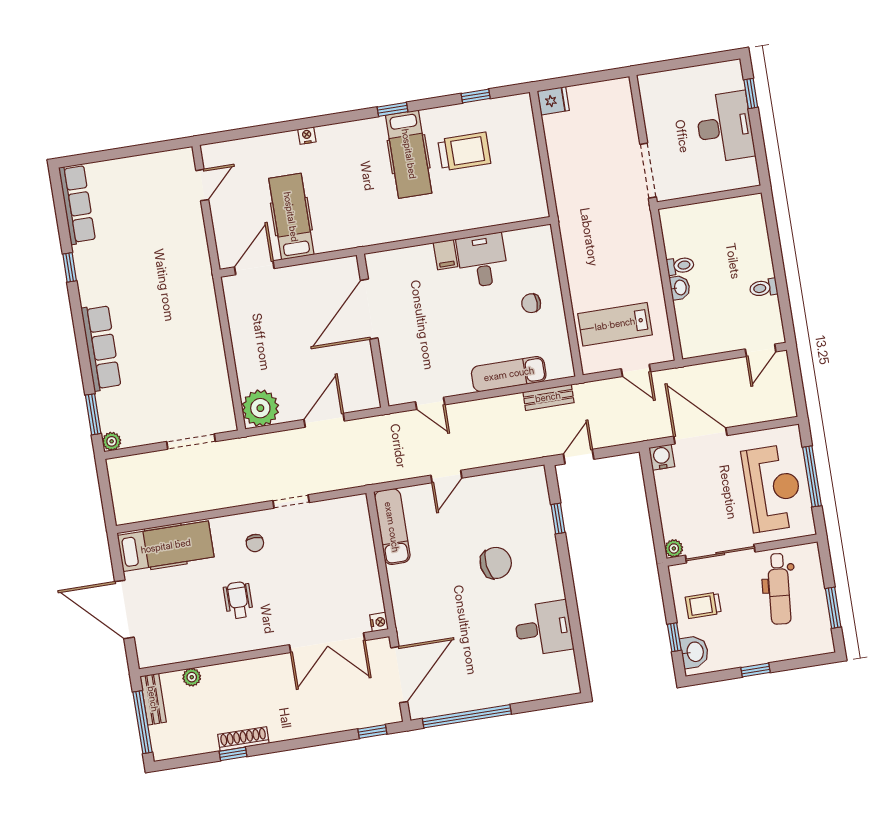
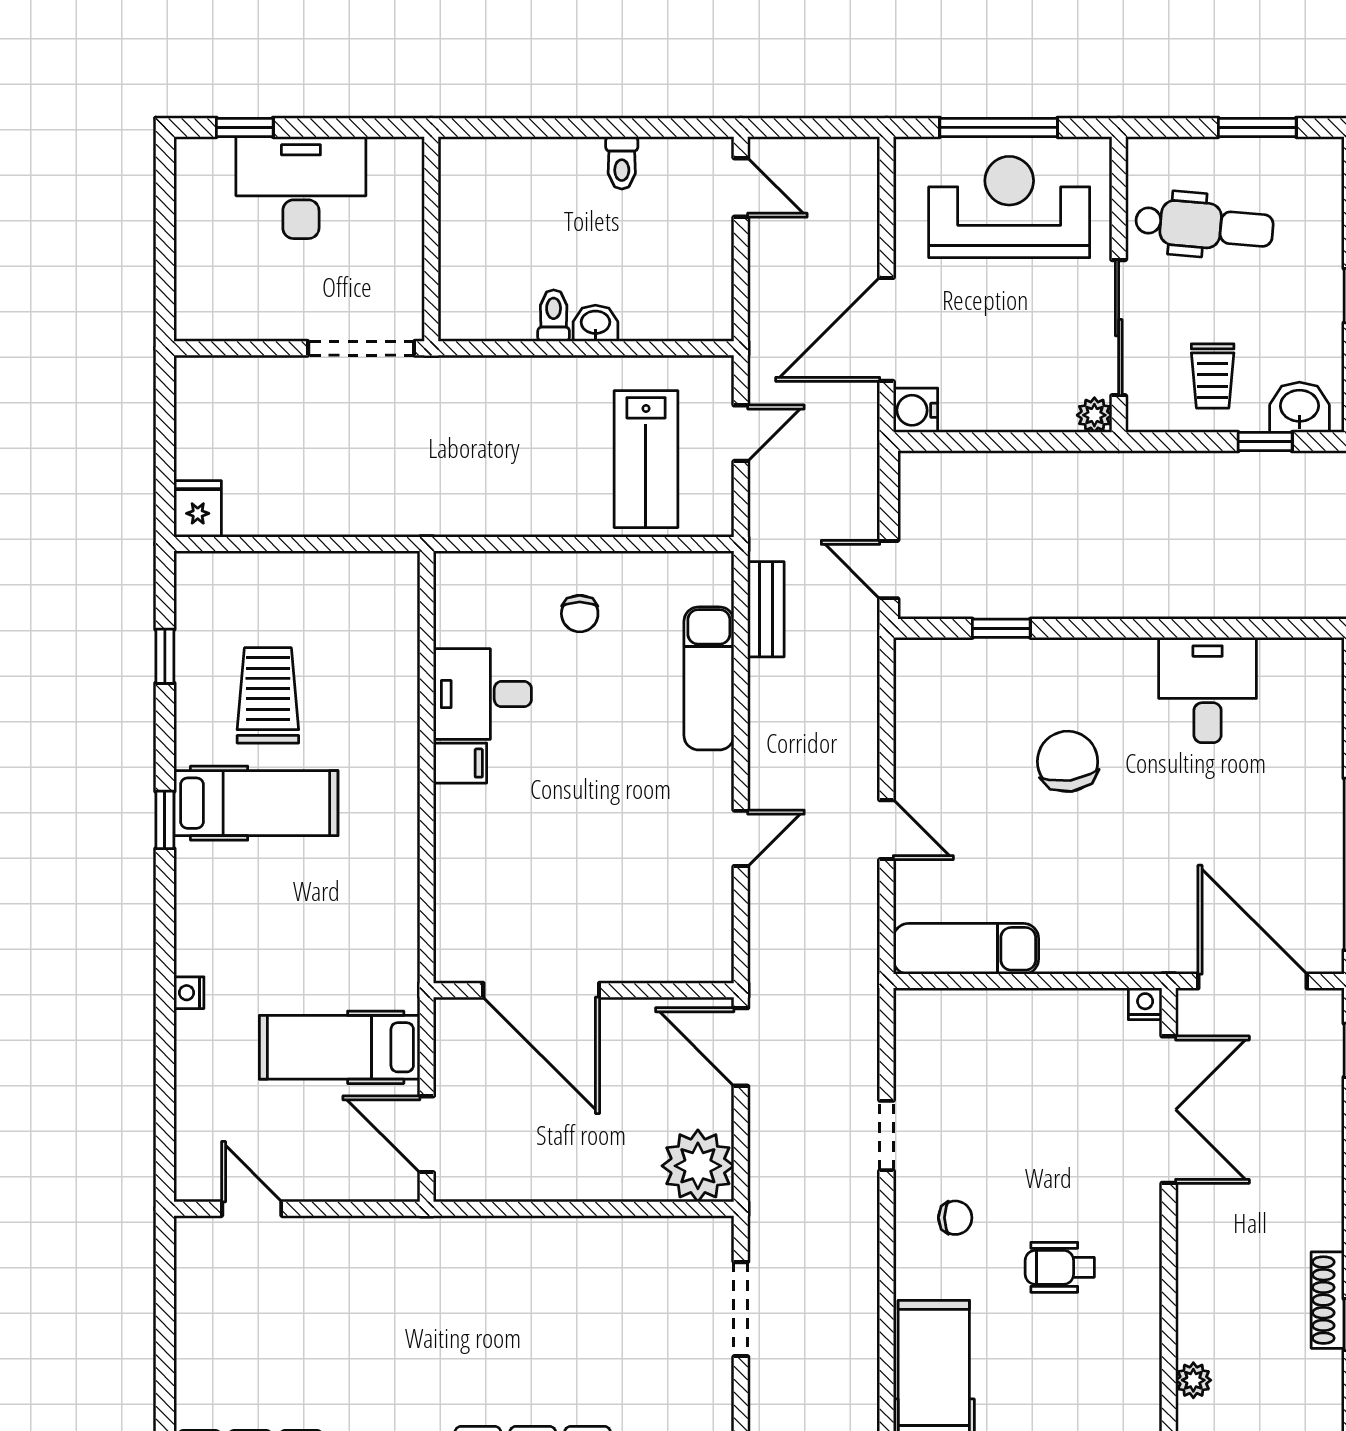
door: (369, 309) -> (541, 990), moved
wall: (373, 331) -> (584, 990), moved

